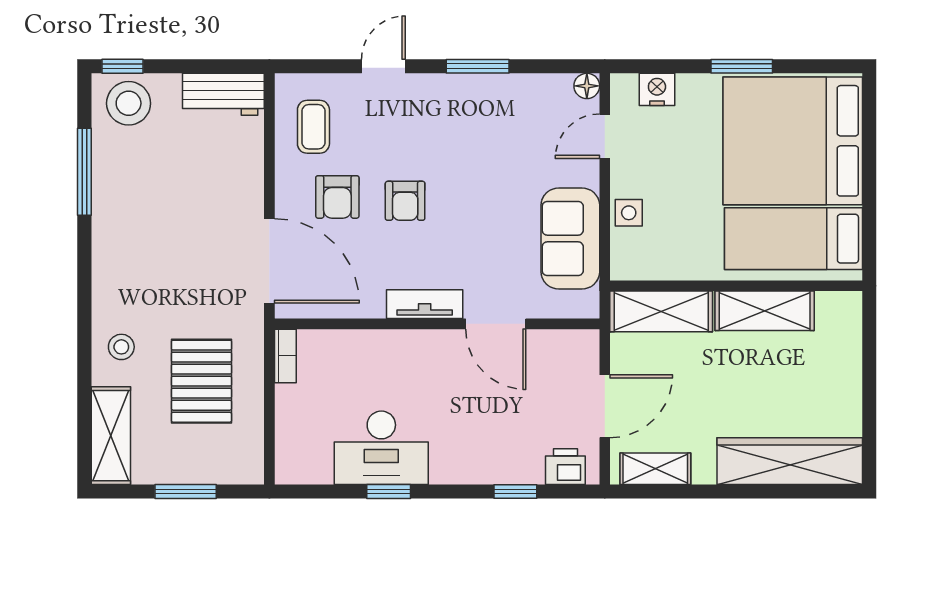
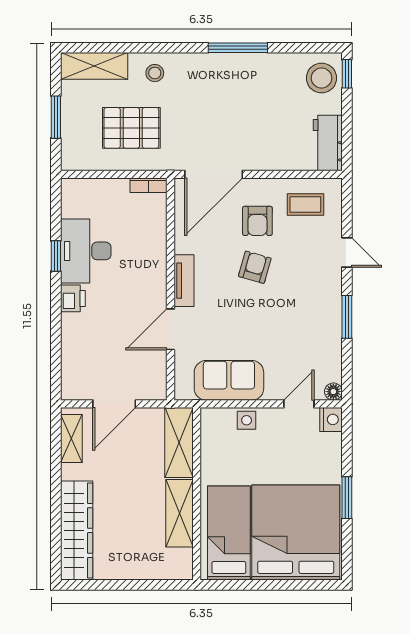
nightstand: (657, 89) -> (331, 419), moved
door: (605, 136) -> (299, 404), hinge flipped
window: (84, 172) -> (238, 48), moved
armchair: (337, 197) -> (257, 221), turned -90
armchair: (405, 201) -> (255, 267), turned 106
door: (605, 406) -> (114, 404), hinge flipped
printer: (565, 467) -> (73, 298), moved
window: (515, 492) -> (56, 343), removed

